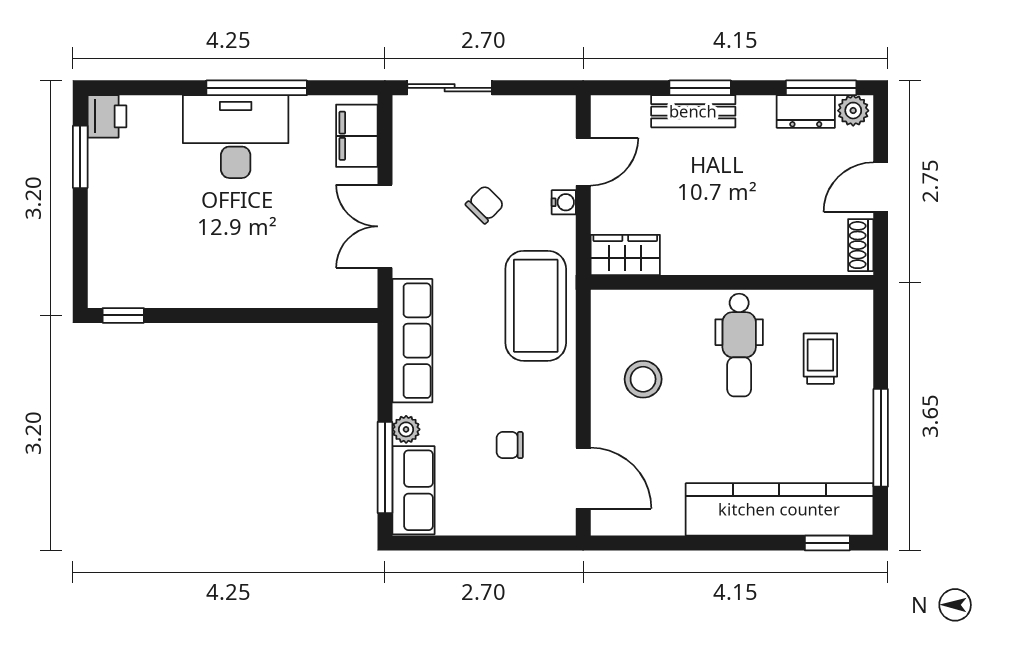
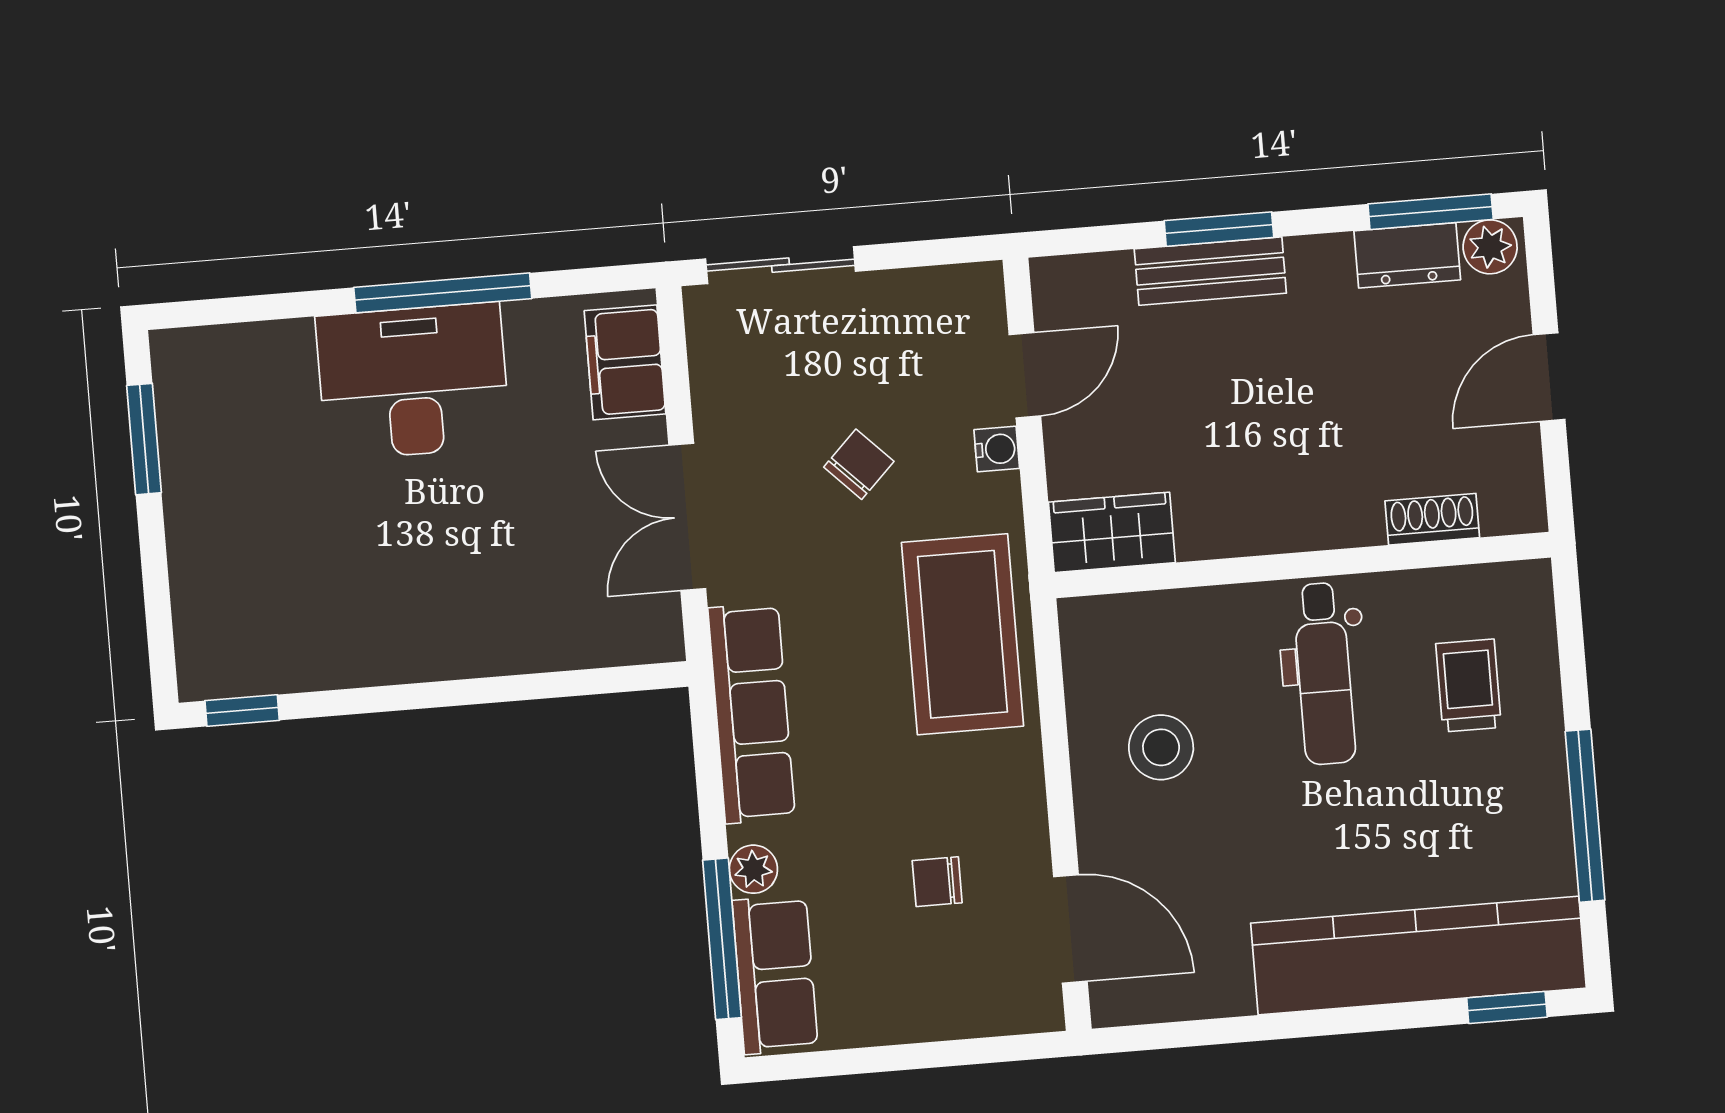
printer: (107, 116) -> (185, 365), removed
shoe rack: (861, 245) -> (1432, 519), moved, turned 90

